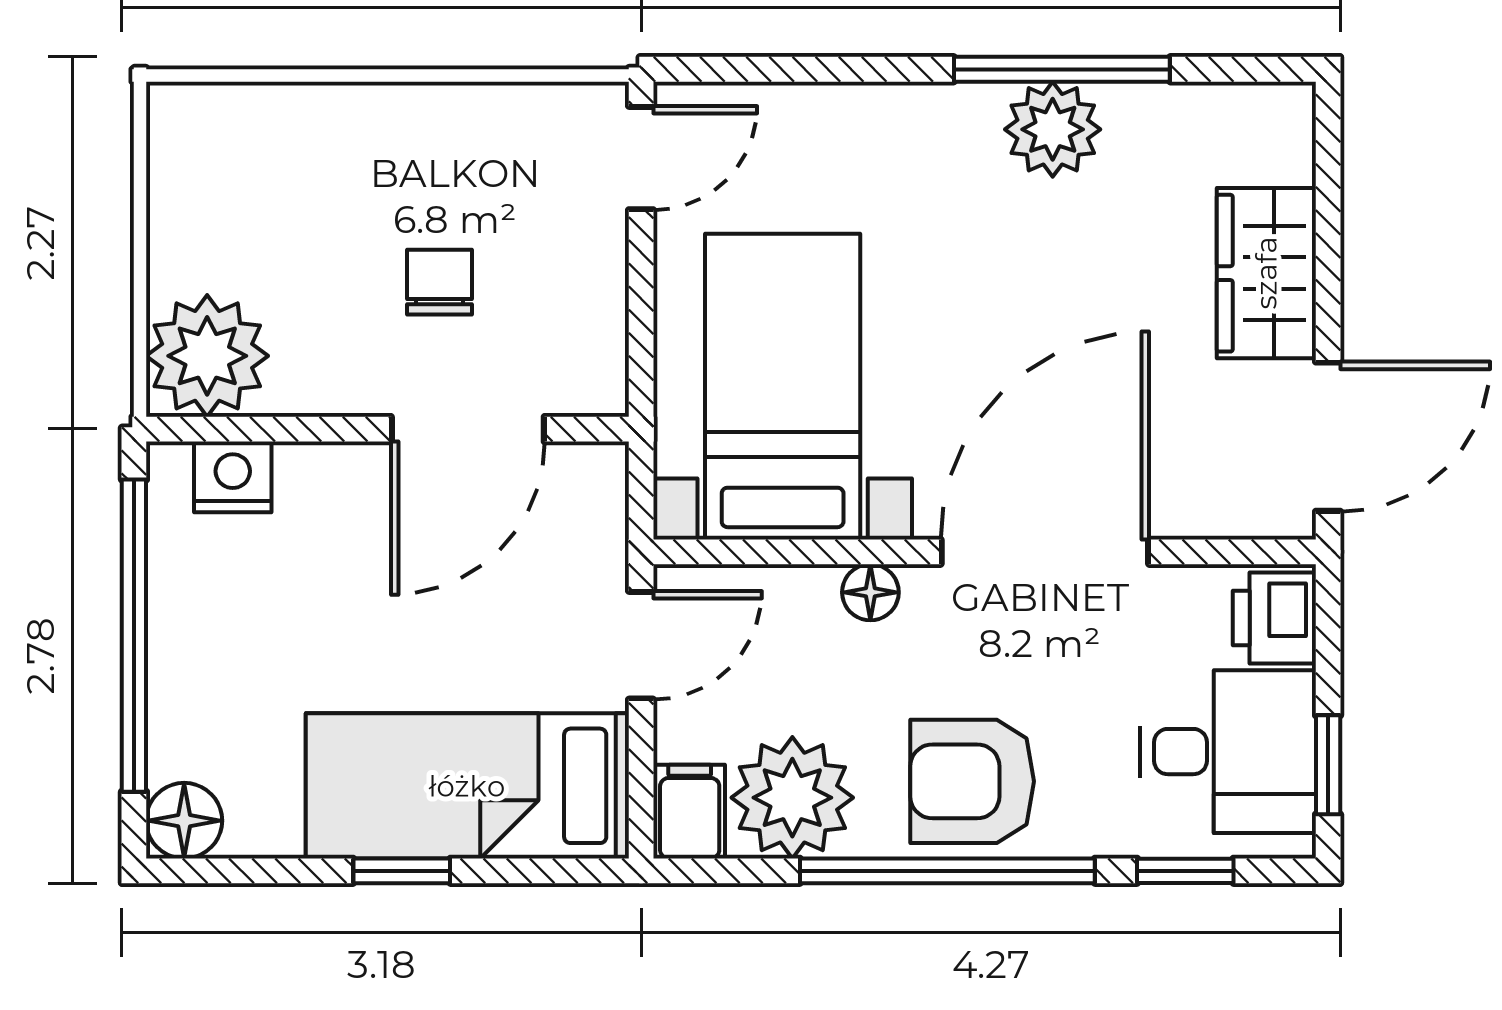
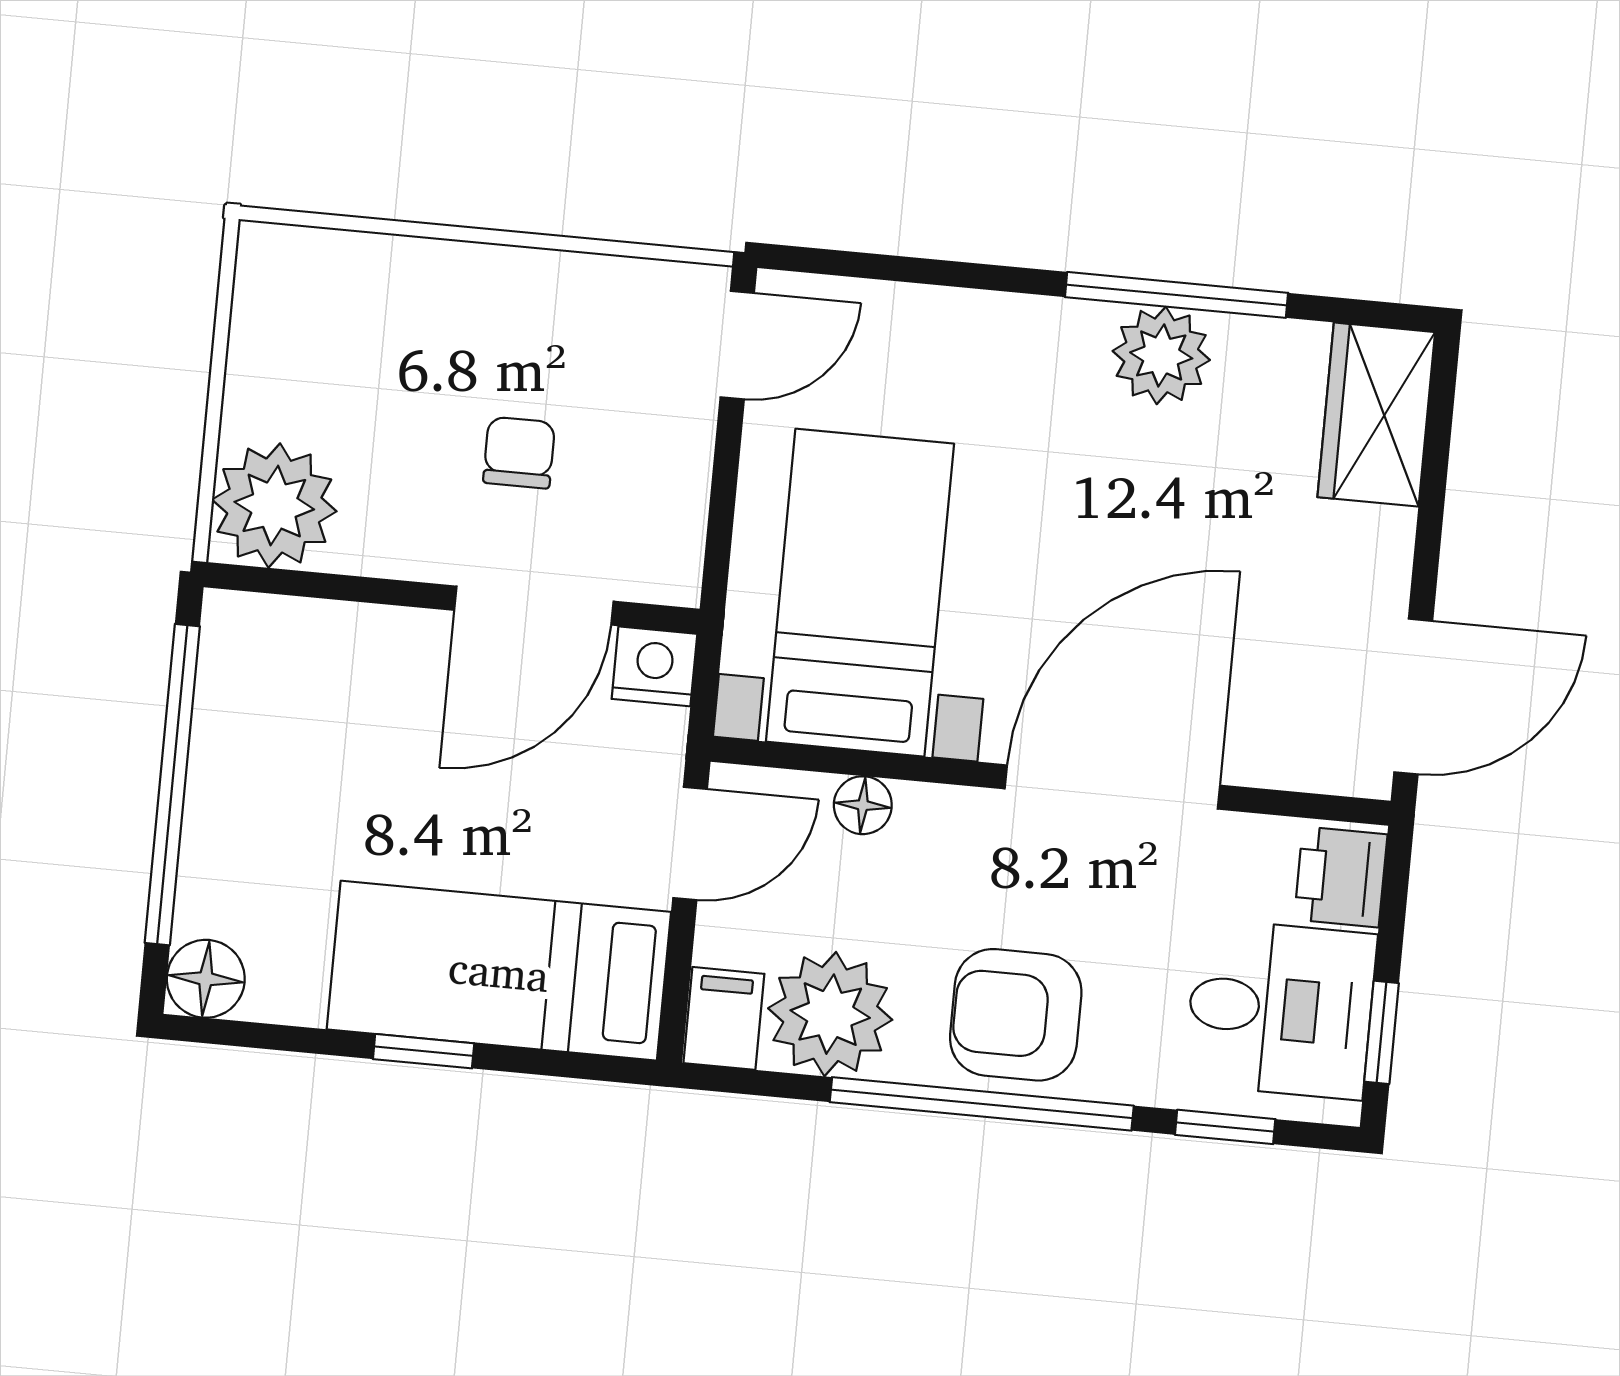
wardrobe: (1266, 273) -> (1376, 415), moved
nightstand: (233, 477) -> (654, 666), moved
floor lamp: (870, 592) -> (863, 805), moved

